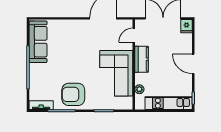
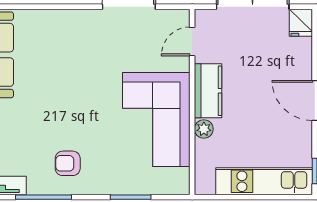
plant: (139, 89) -> (204, 129), moved
armchair: (73, 94) -> (68, 163), width x0.53, depth x0.53

